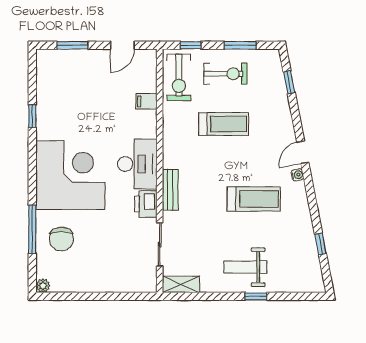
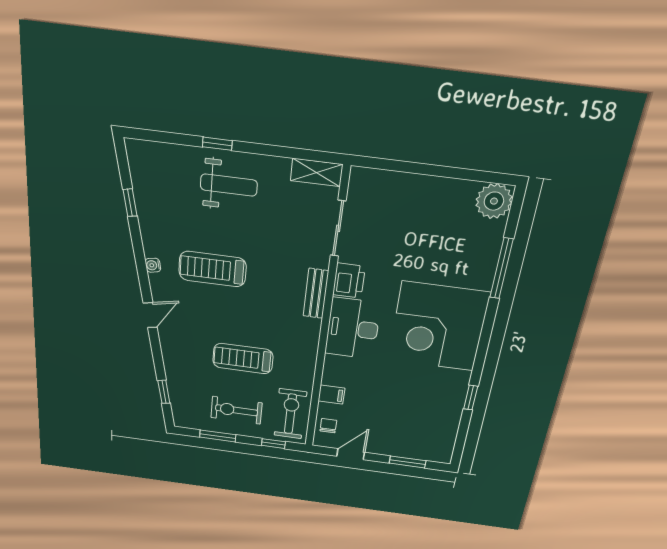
water cooler: (297, 175) -> (153, 265), moved
chair: (61, 239) -> (328, 426), moved, width x0.54, depth x0.54
plant: (43, 286) -> (494, 201), width x1.87, depth x1.87

